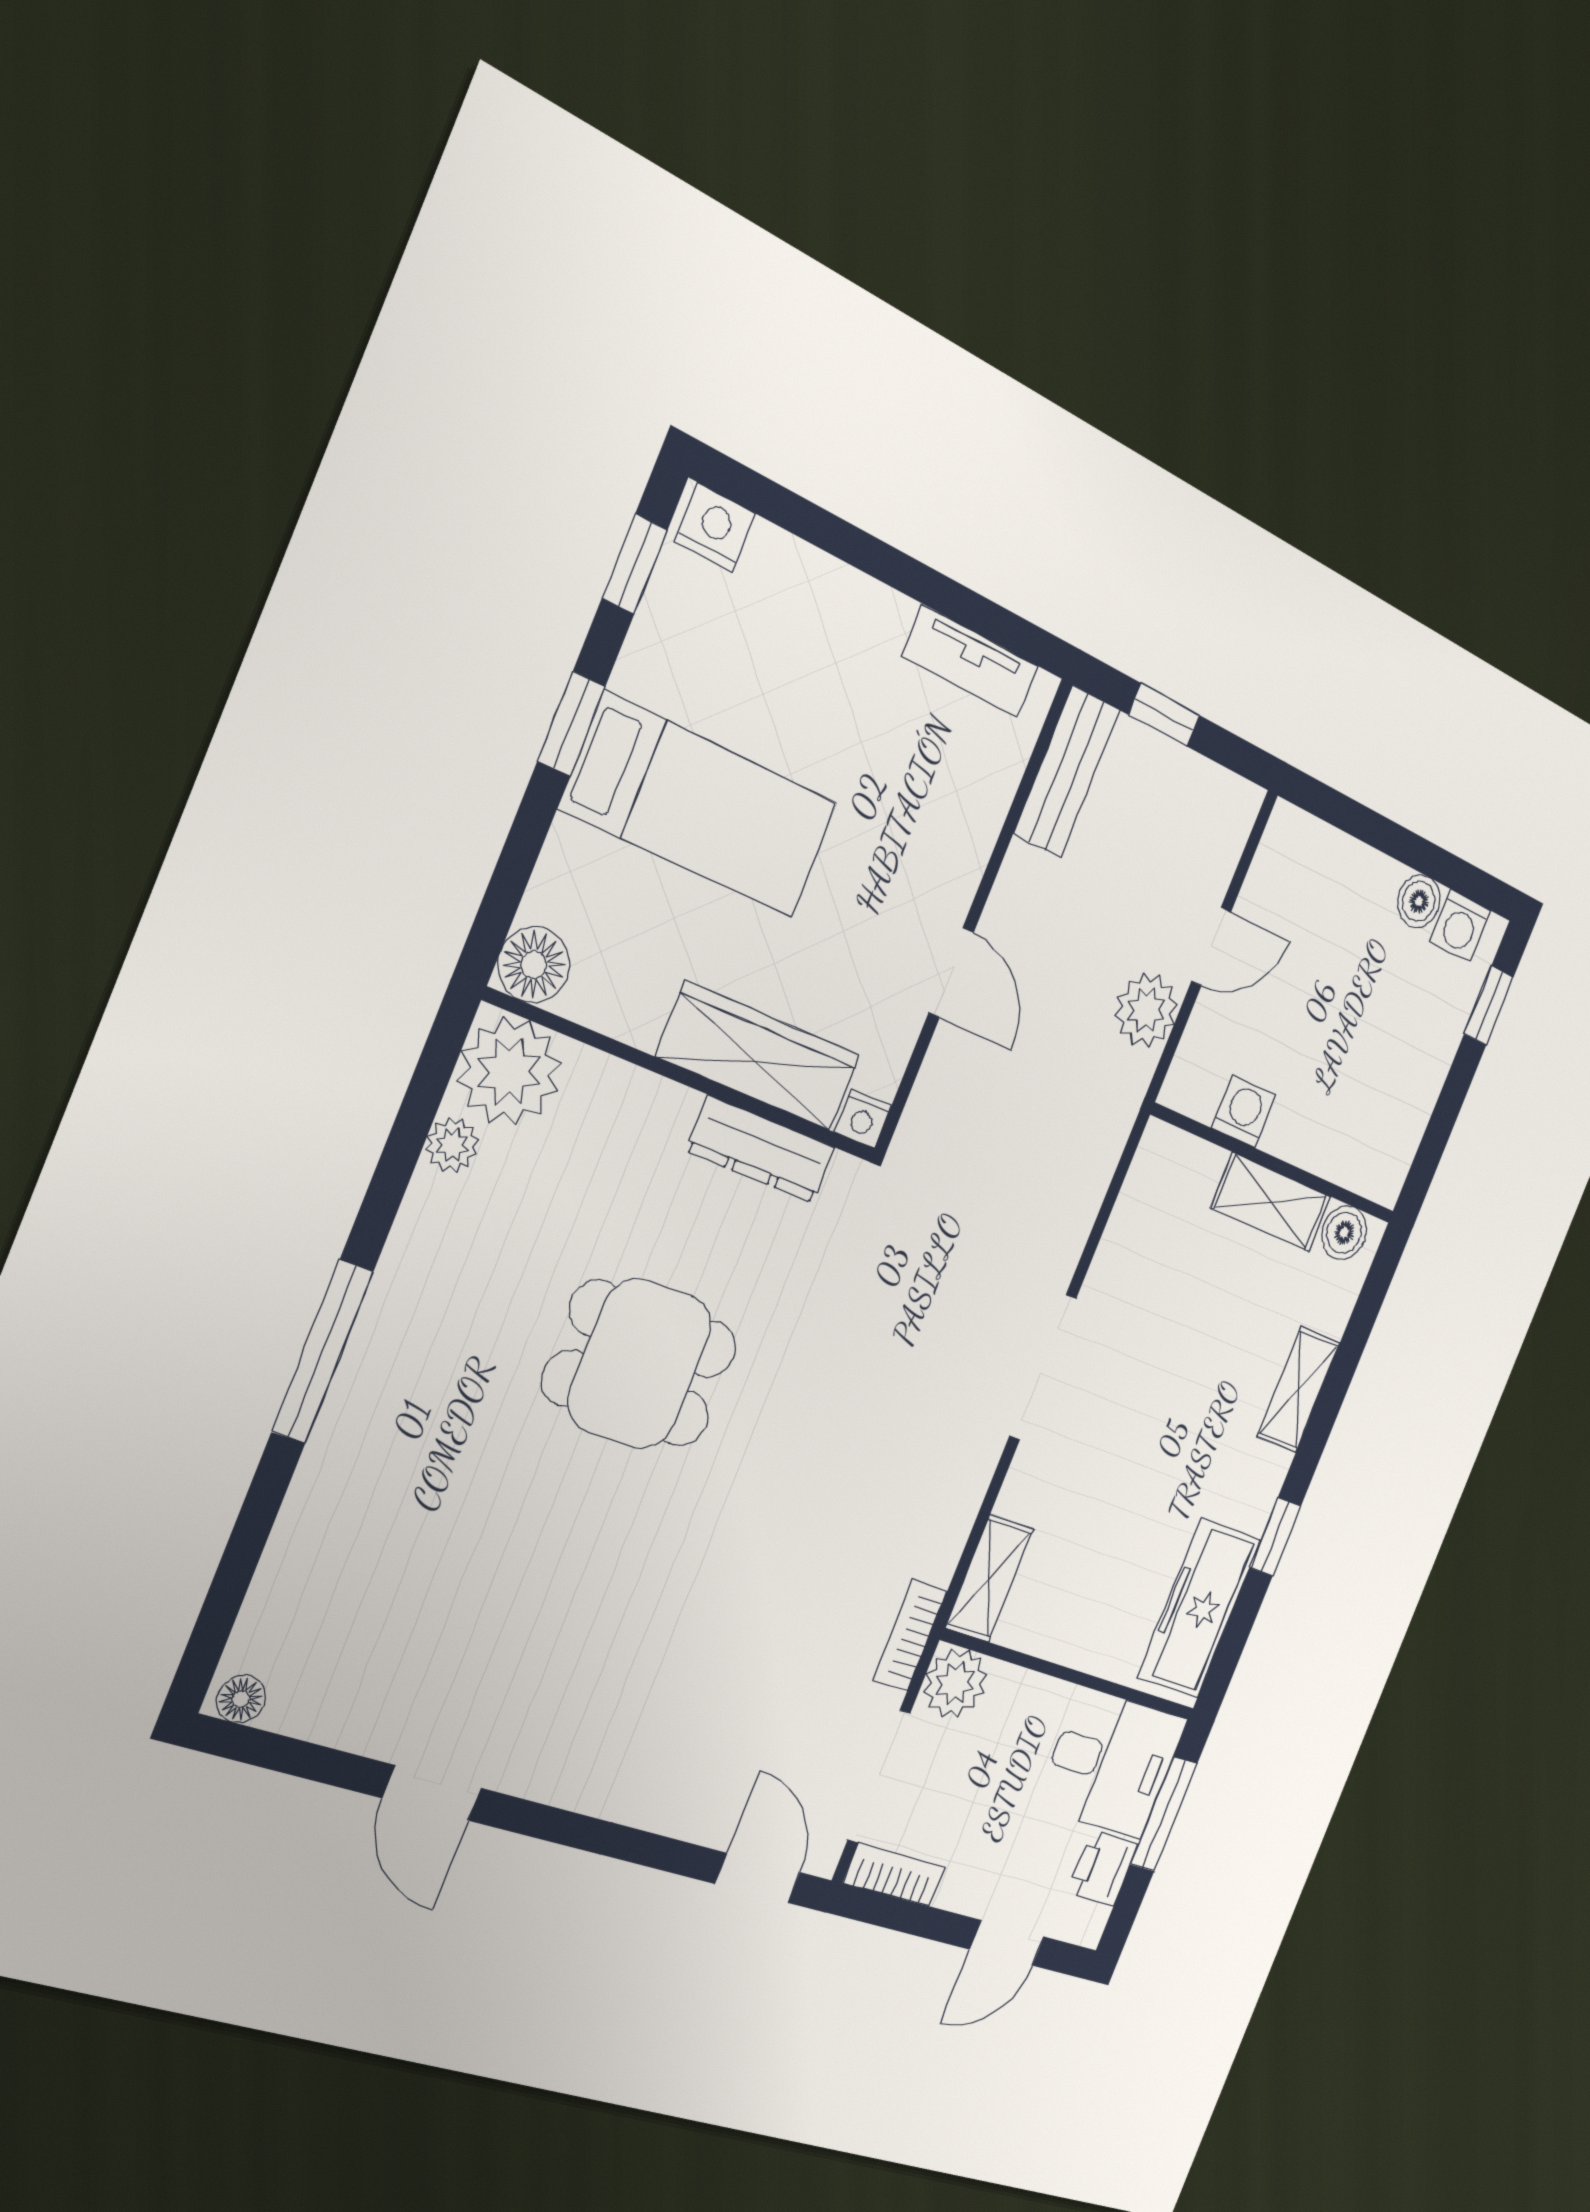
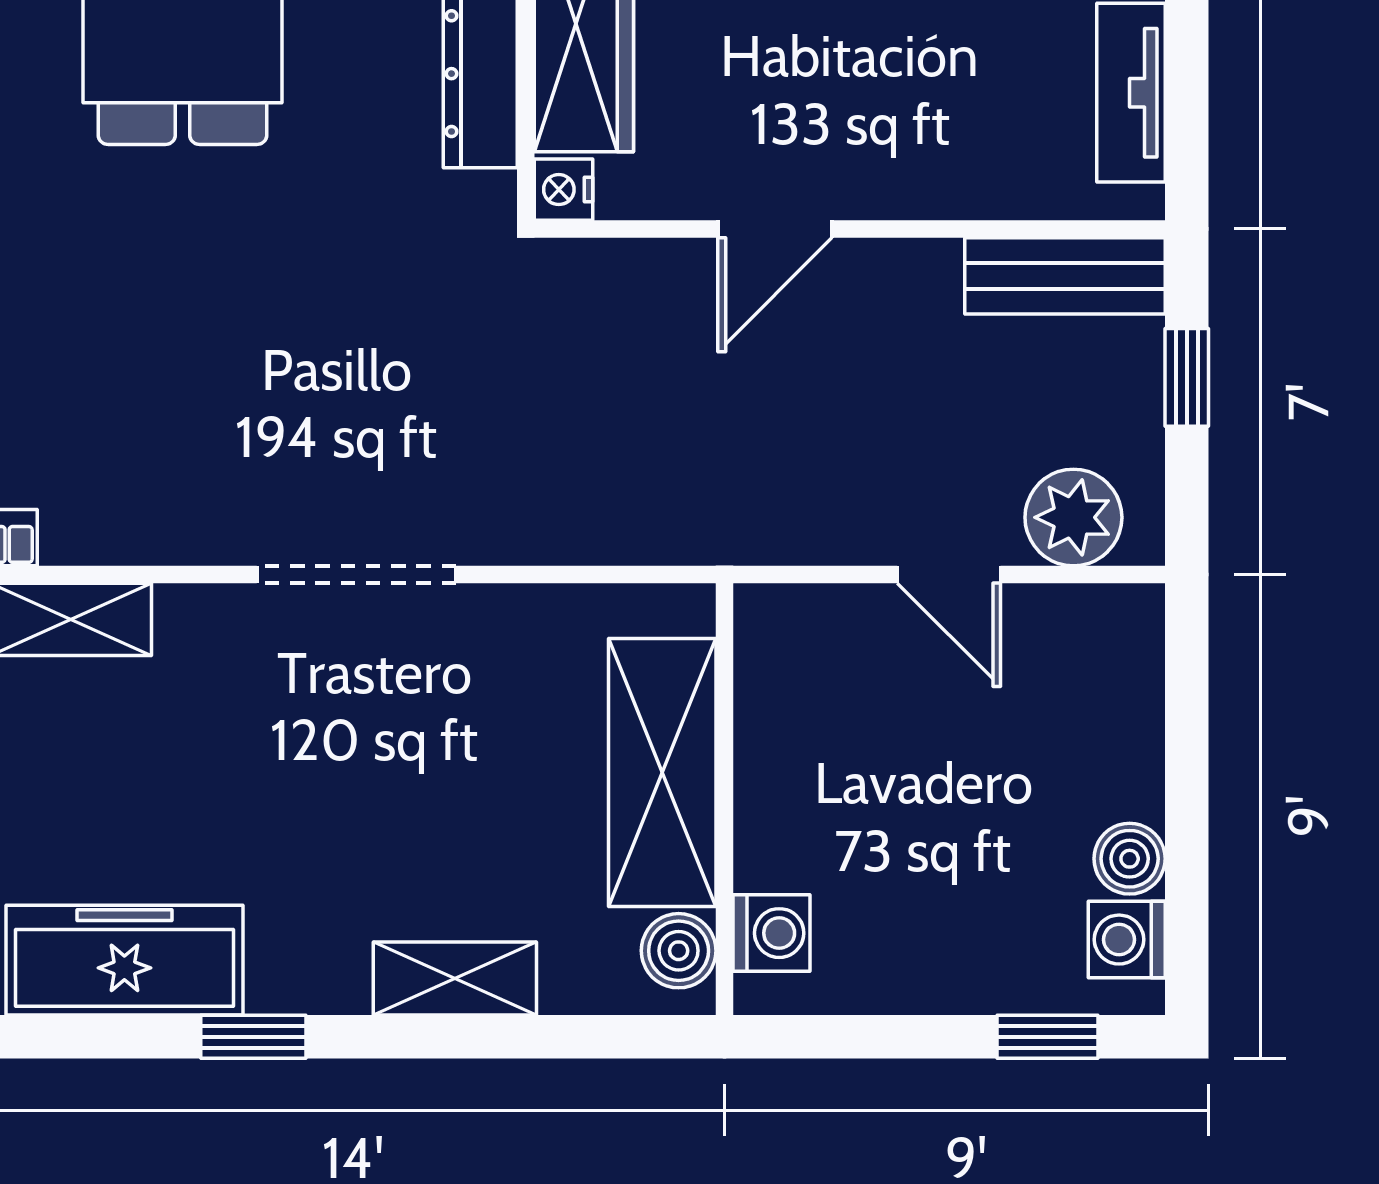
plant: (1146, 1010) -> (1073, 517), moved
washing machine: (1244, 1111) -> (771, 933), moved
shelving: (1271, 1202) -> (662, 772), width x1.50, depth x1.33

